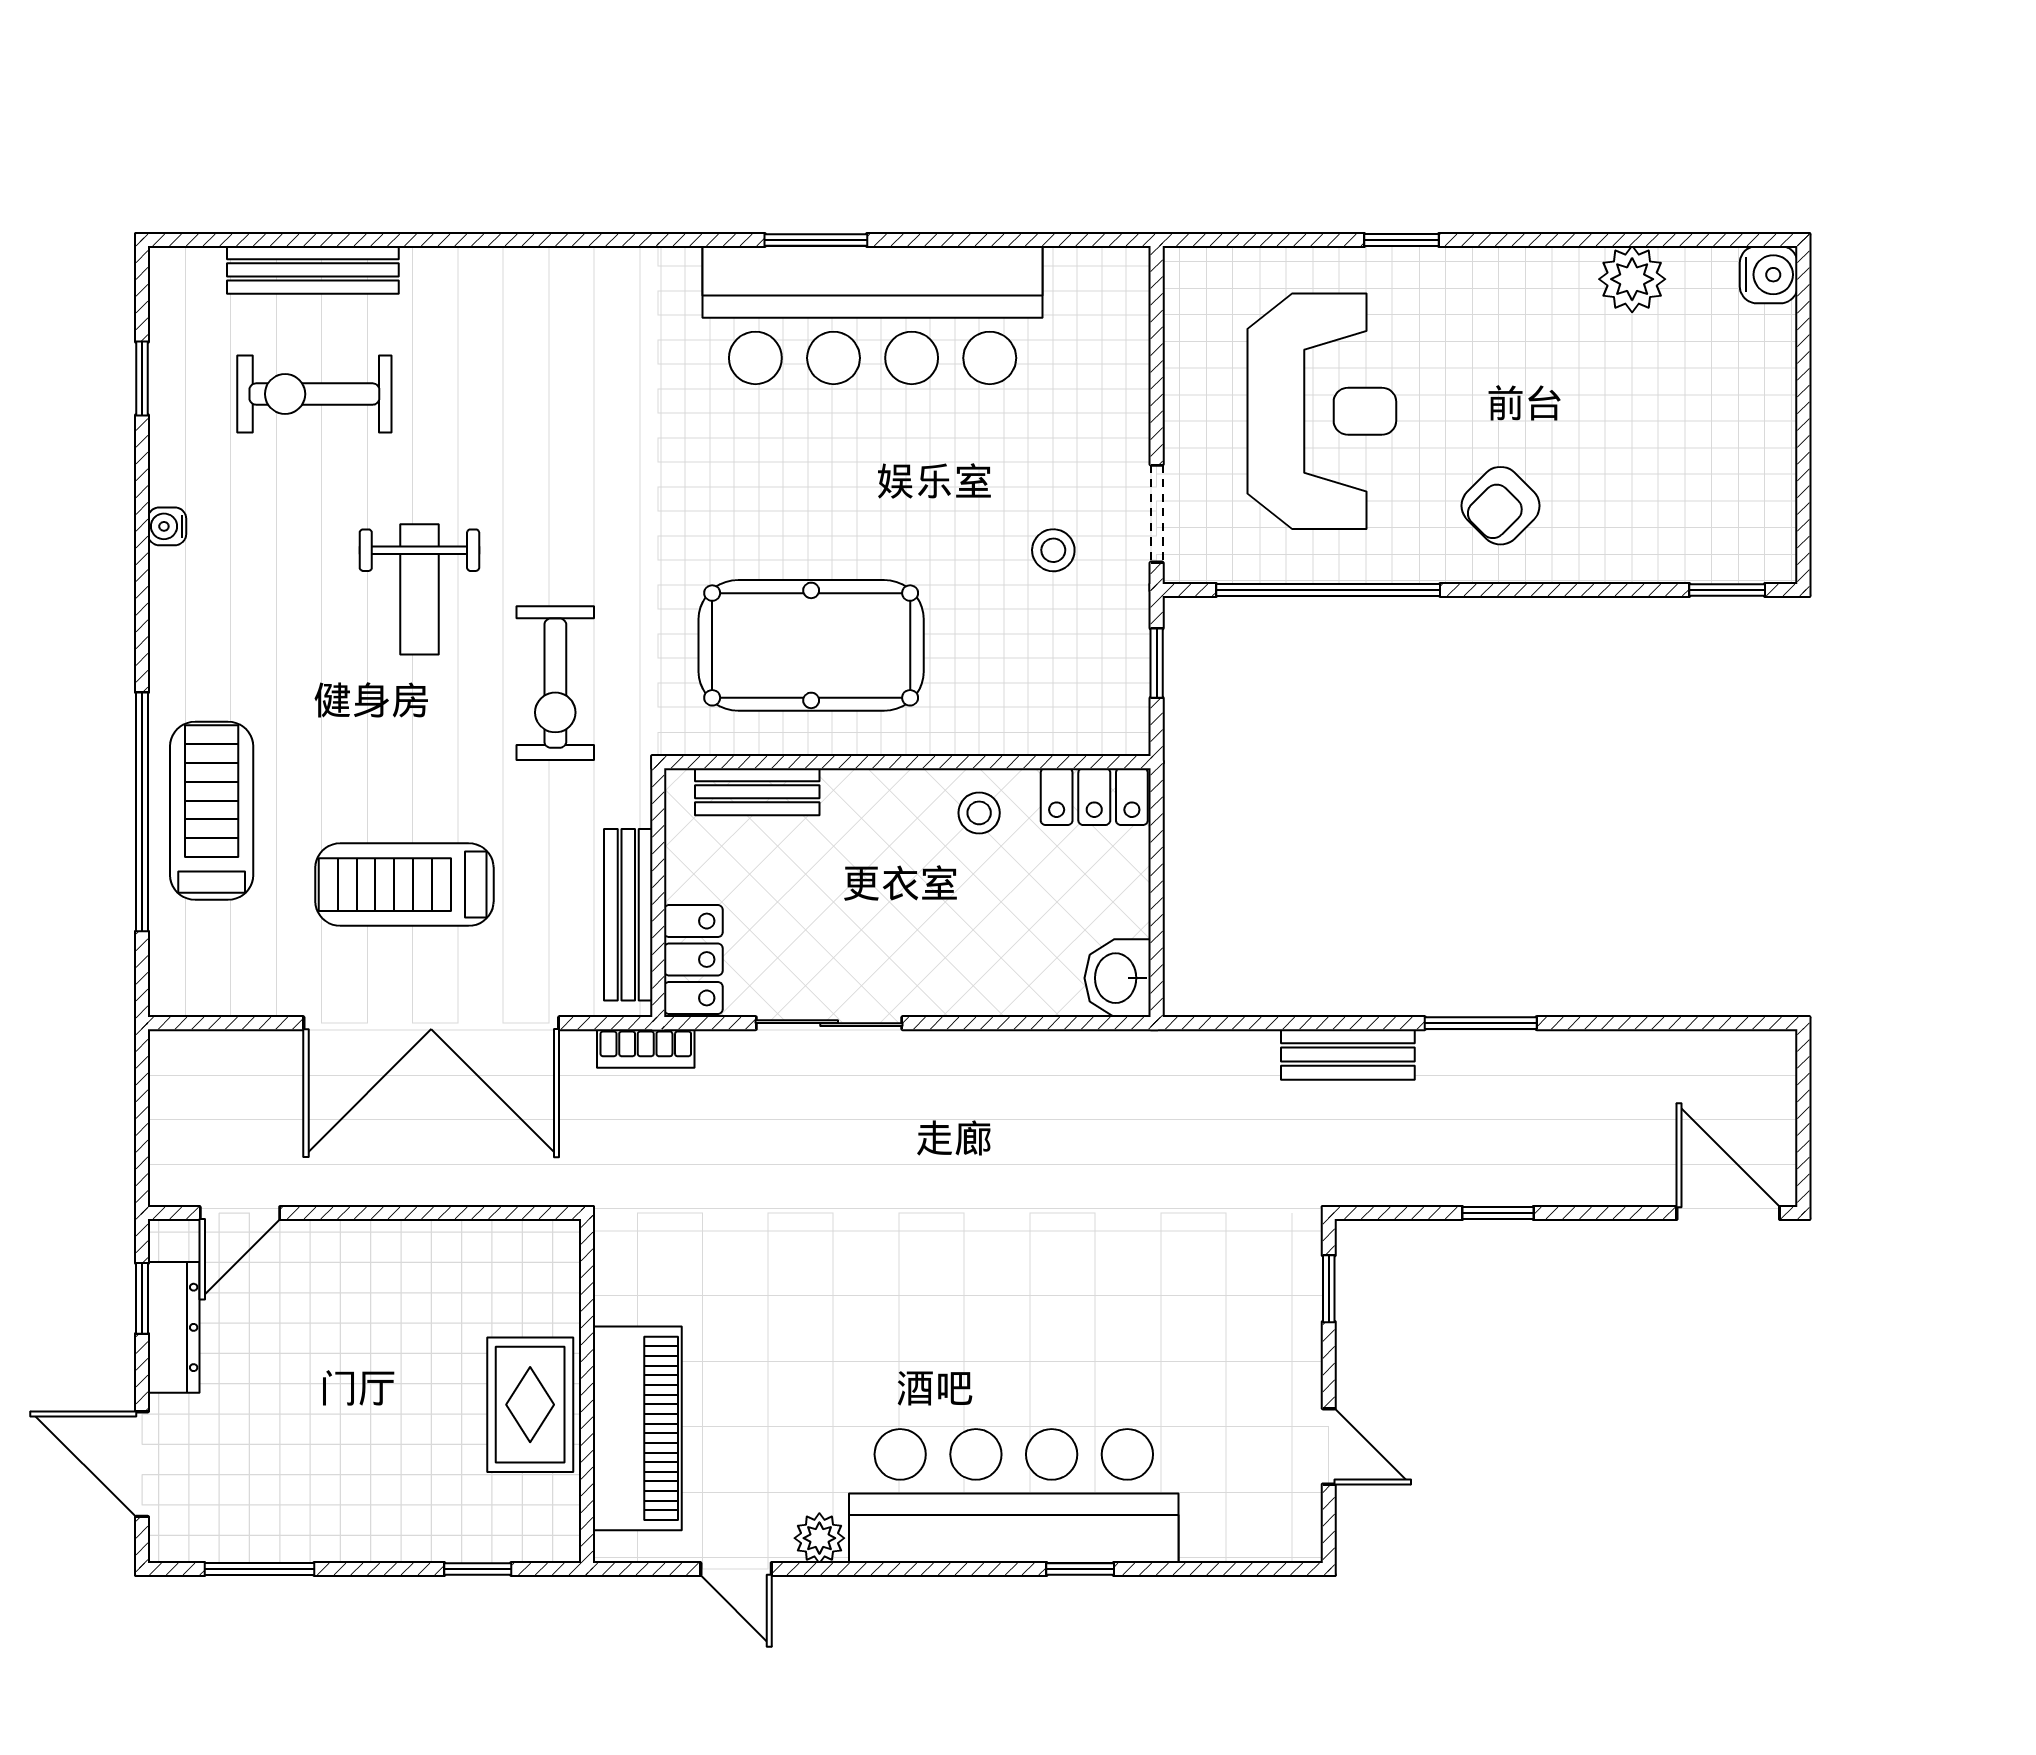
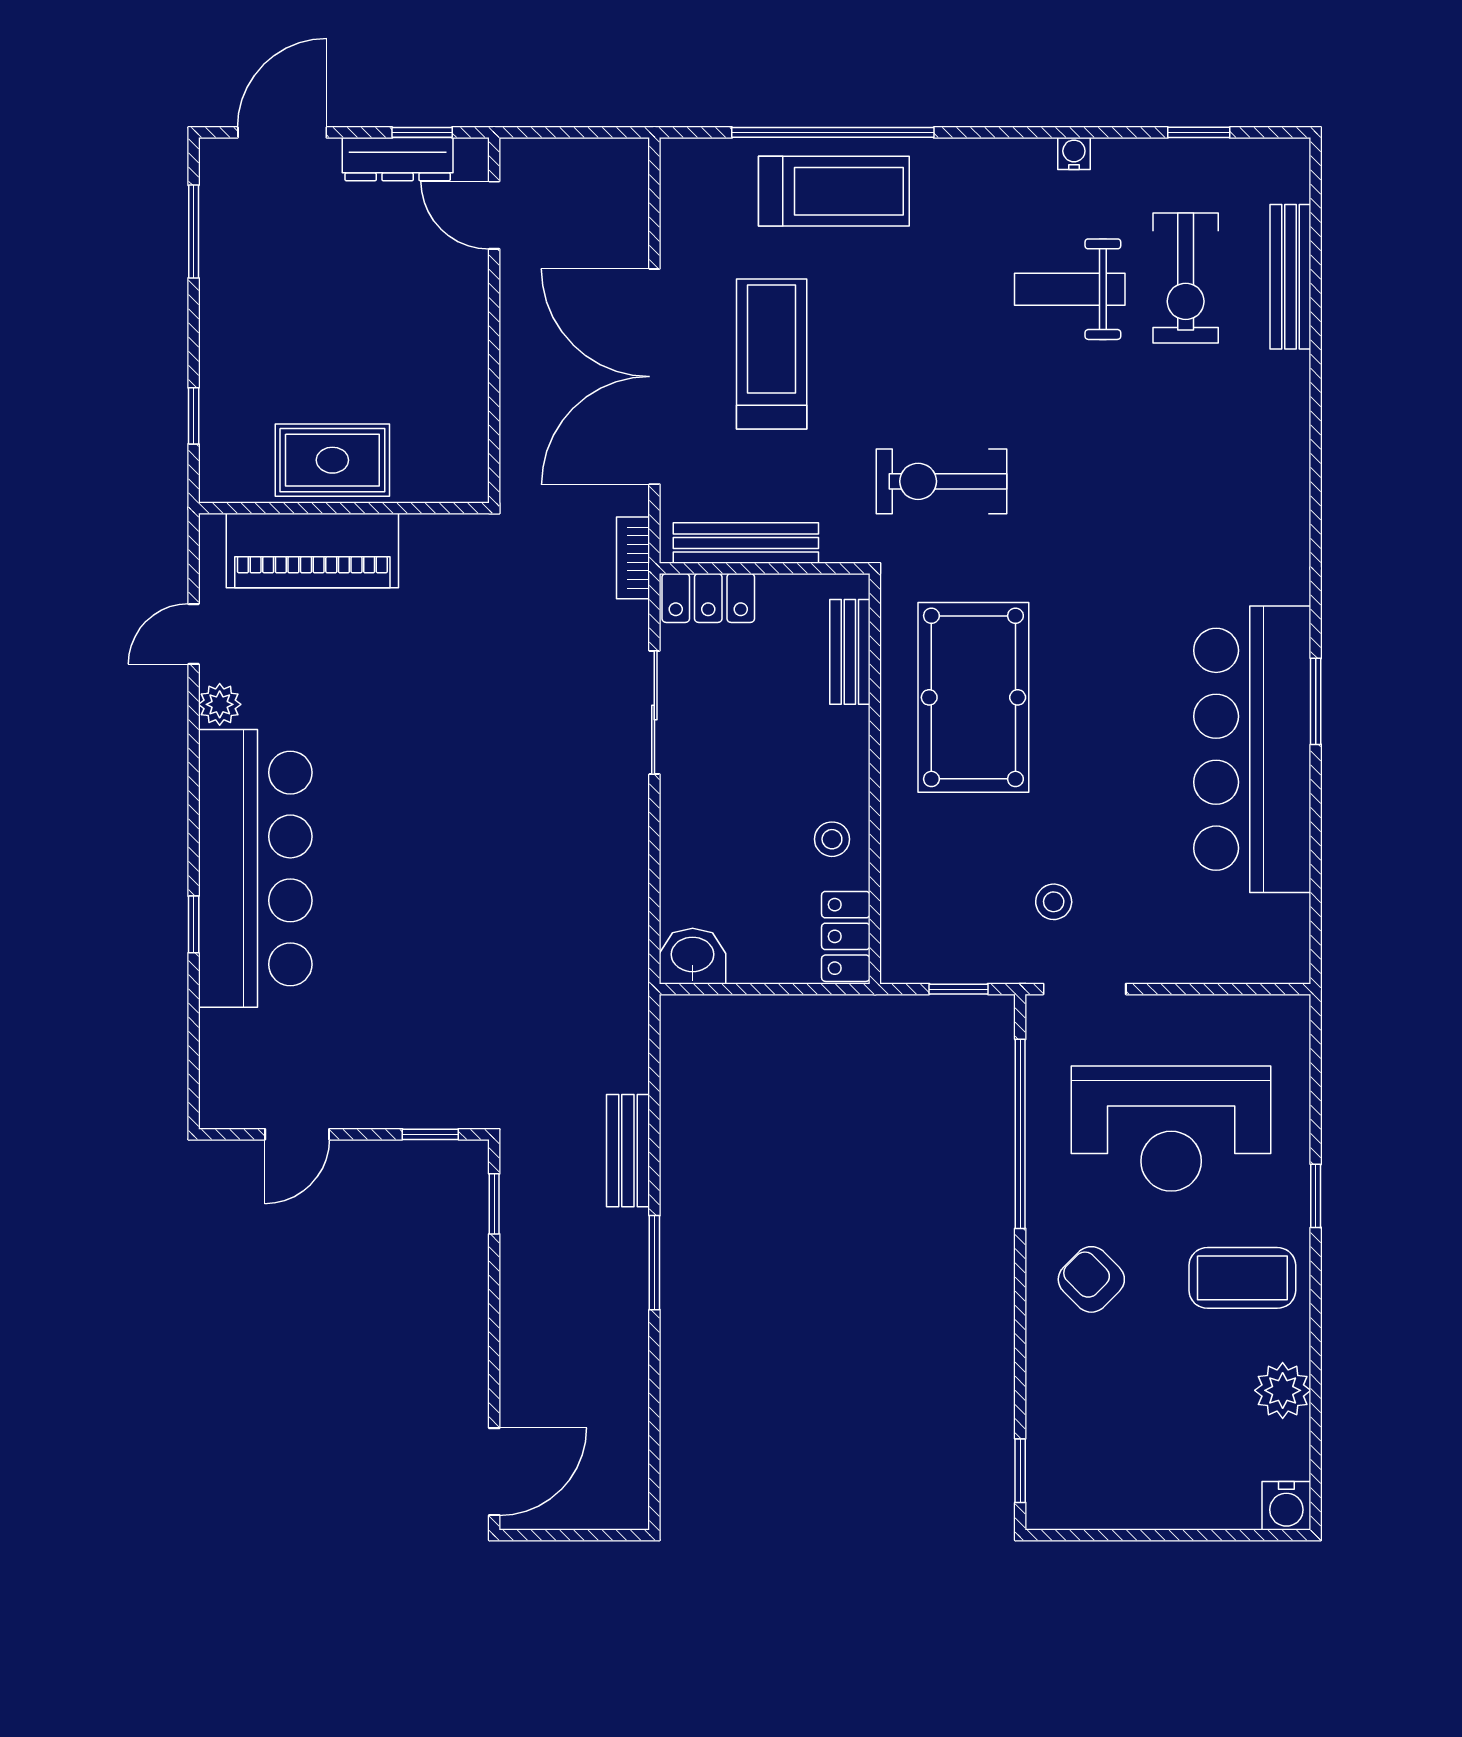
coffee table: (1499, 327) -> (1242, 1278), added
exercise bike: (314, 394) -> (1186, 278), turned 180
weight bench: (419, 589) -> (1070, 289), moved
window: (1498, 1213) -> (494, 1204), moved

